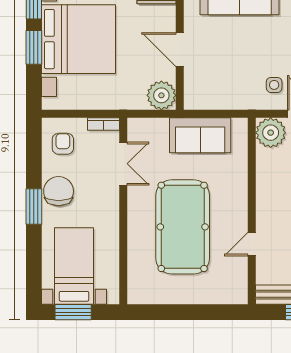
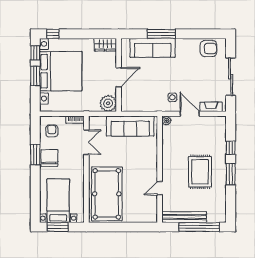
door: (180, 50) -> (119, 77), swing flipped
plant: (271, 133) -> (166, 121), width x0.53, depth x0.53
sofa: (200, 135) -> (130, 126), width x1.36
window: (34, 207) -> (35, 155), moved
pool table: (183, 227) -> (107, 194), moved

